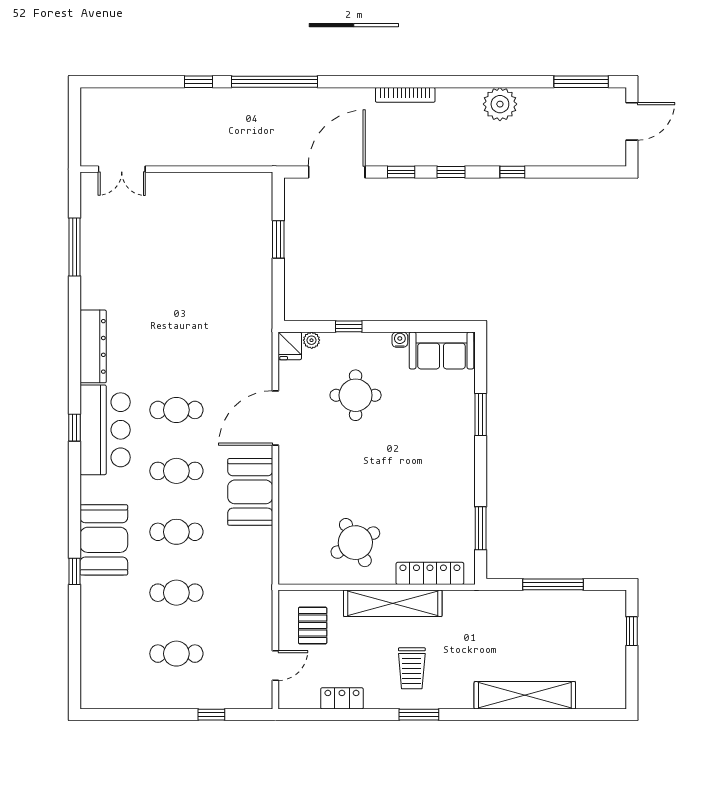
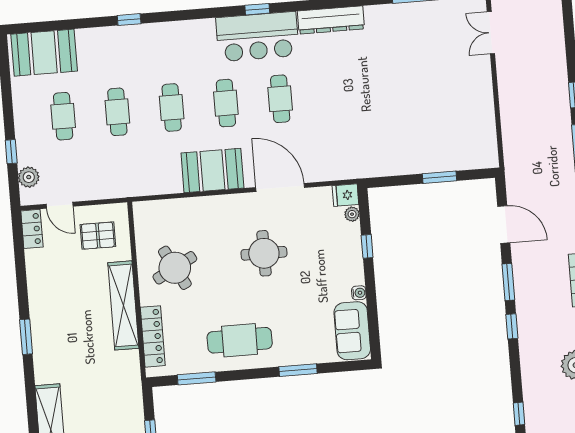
door: (337, 172) -> (504, 224), width x0.73
window: (401, 172) -> (508, 282), width x1.50
window: (512, 172) -> (519, 414), moved
round table: (356, 395) -> (264, 253), moved
cafe table: (442, 477) -> (240, 340), added
booth: (104, 540) -> (44, 53), moved
trolley: (412, 668) -> (67, 327), removed
plant: (241, 697) -> (29, 177), added
locker: (342, 698) -> (32, 229), moved

